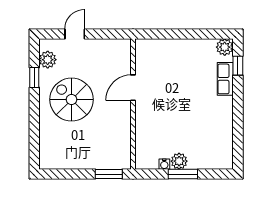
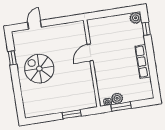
plant: (48, 60) -> (19, 45), removed
row of seats: (225, 79) -> (143, 61), moved, width x1.48
door: (133, 88) -> (90, 53), moved
wall: (133, 104) -> (92, 63), moved

